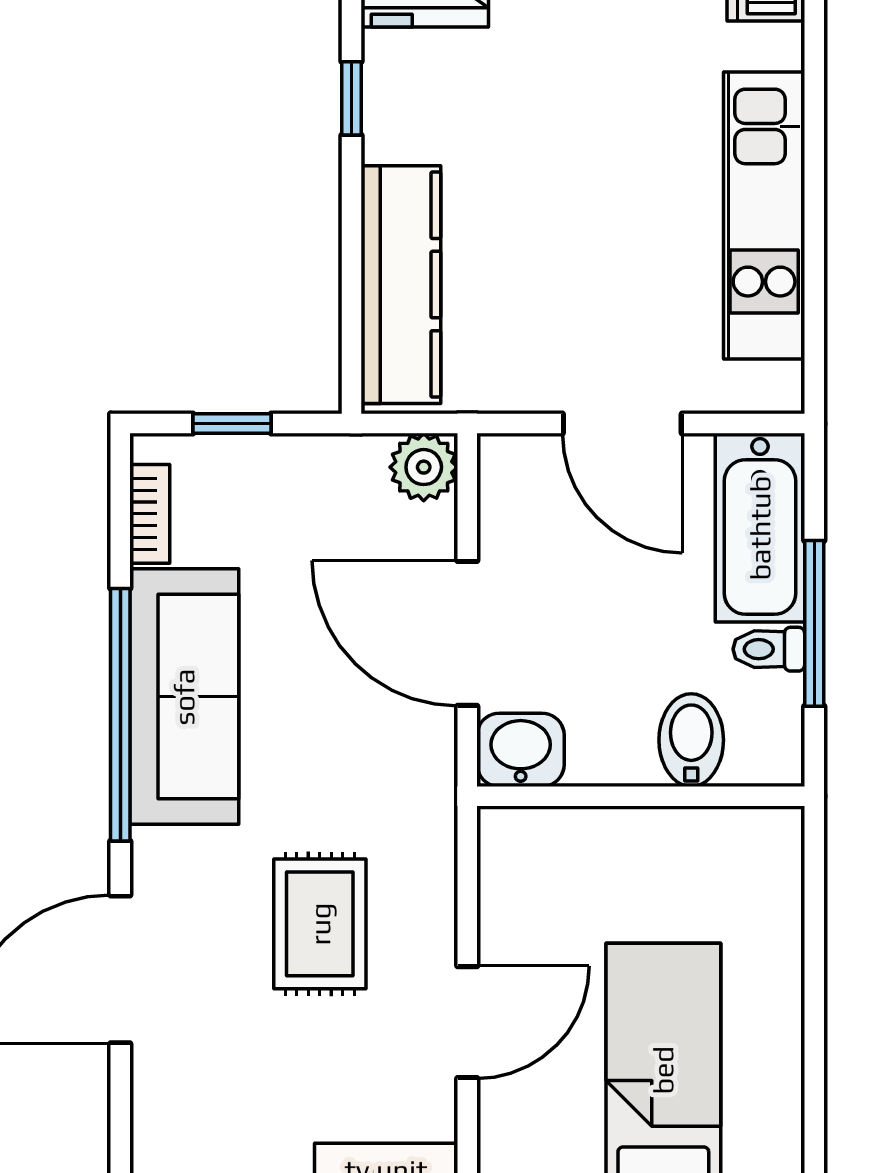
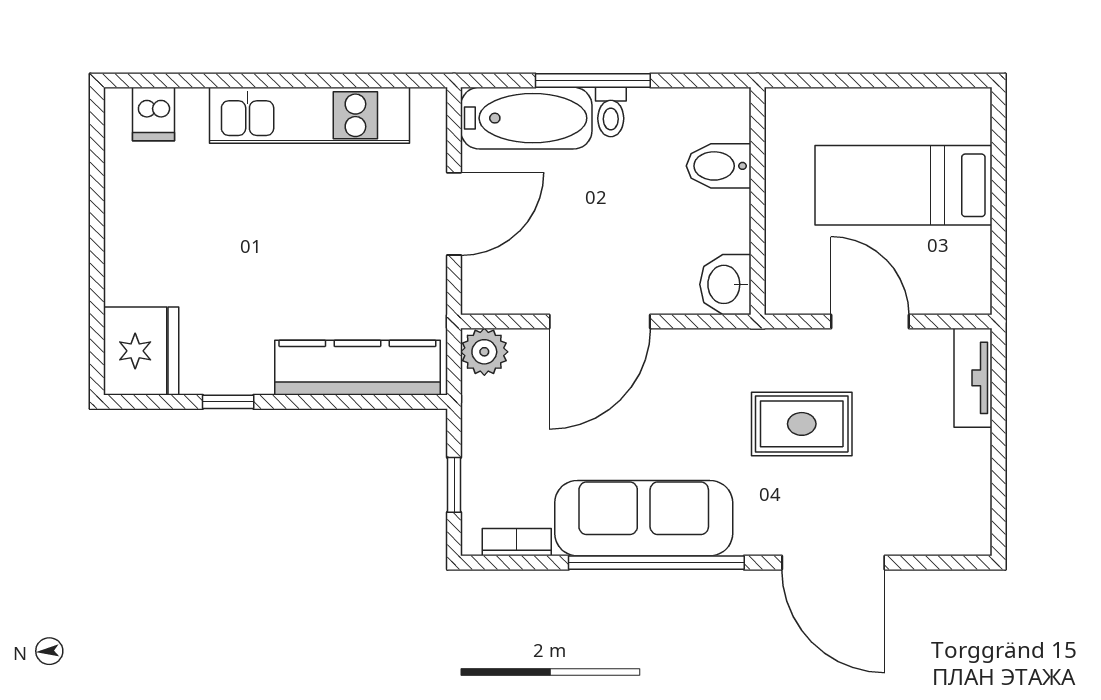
bidet: (691, 740) -> (719, 166), moved
washbasin: (521, 750) -> (725, 284), moved
wall: (641, 796) -> (758, 201), moved

